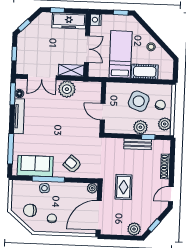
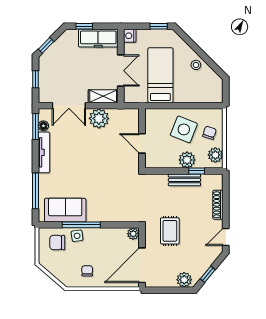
cot: (145, 72) -> (190, 94), removed
armchair: (72, 164) -> (109, 206), removed
chair: (30, 210) -> (57, 243), moved

